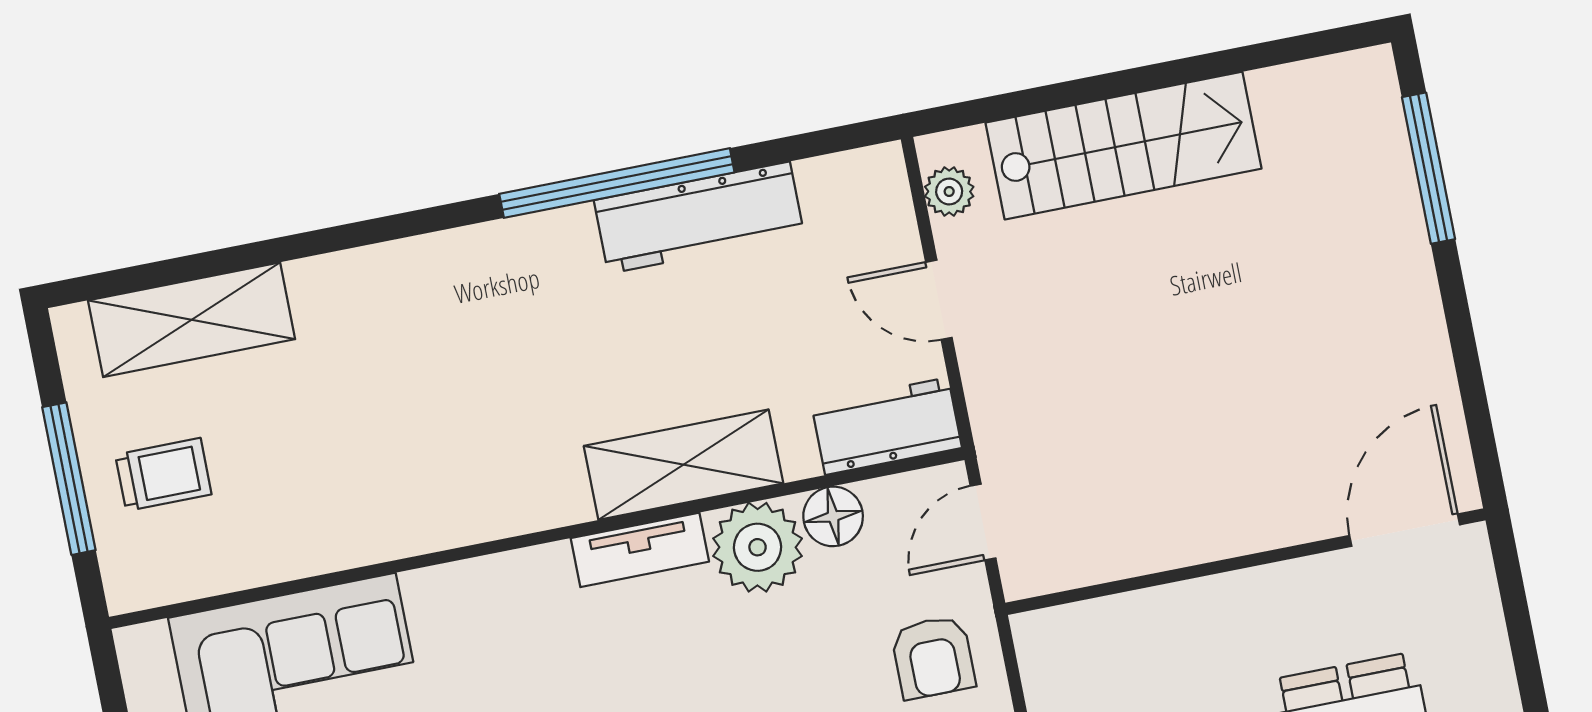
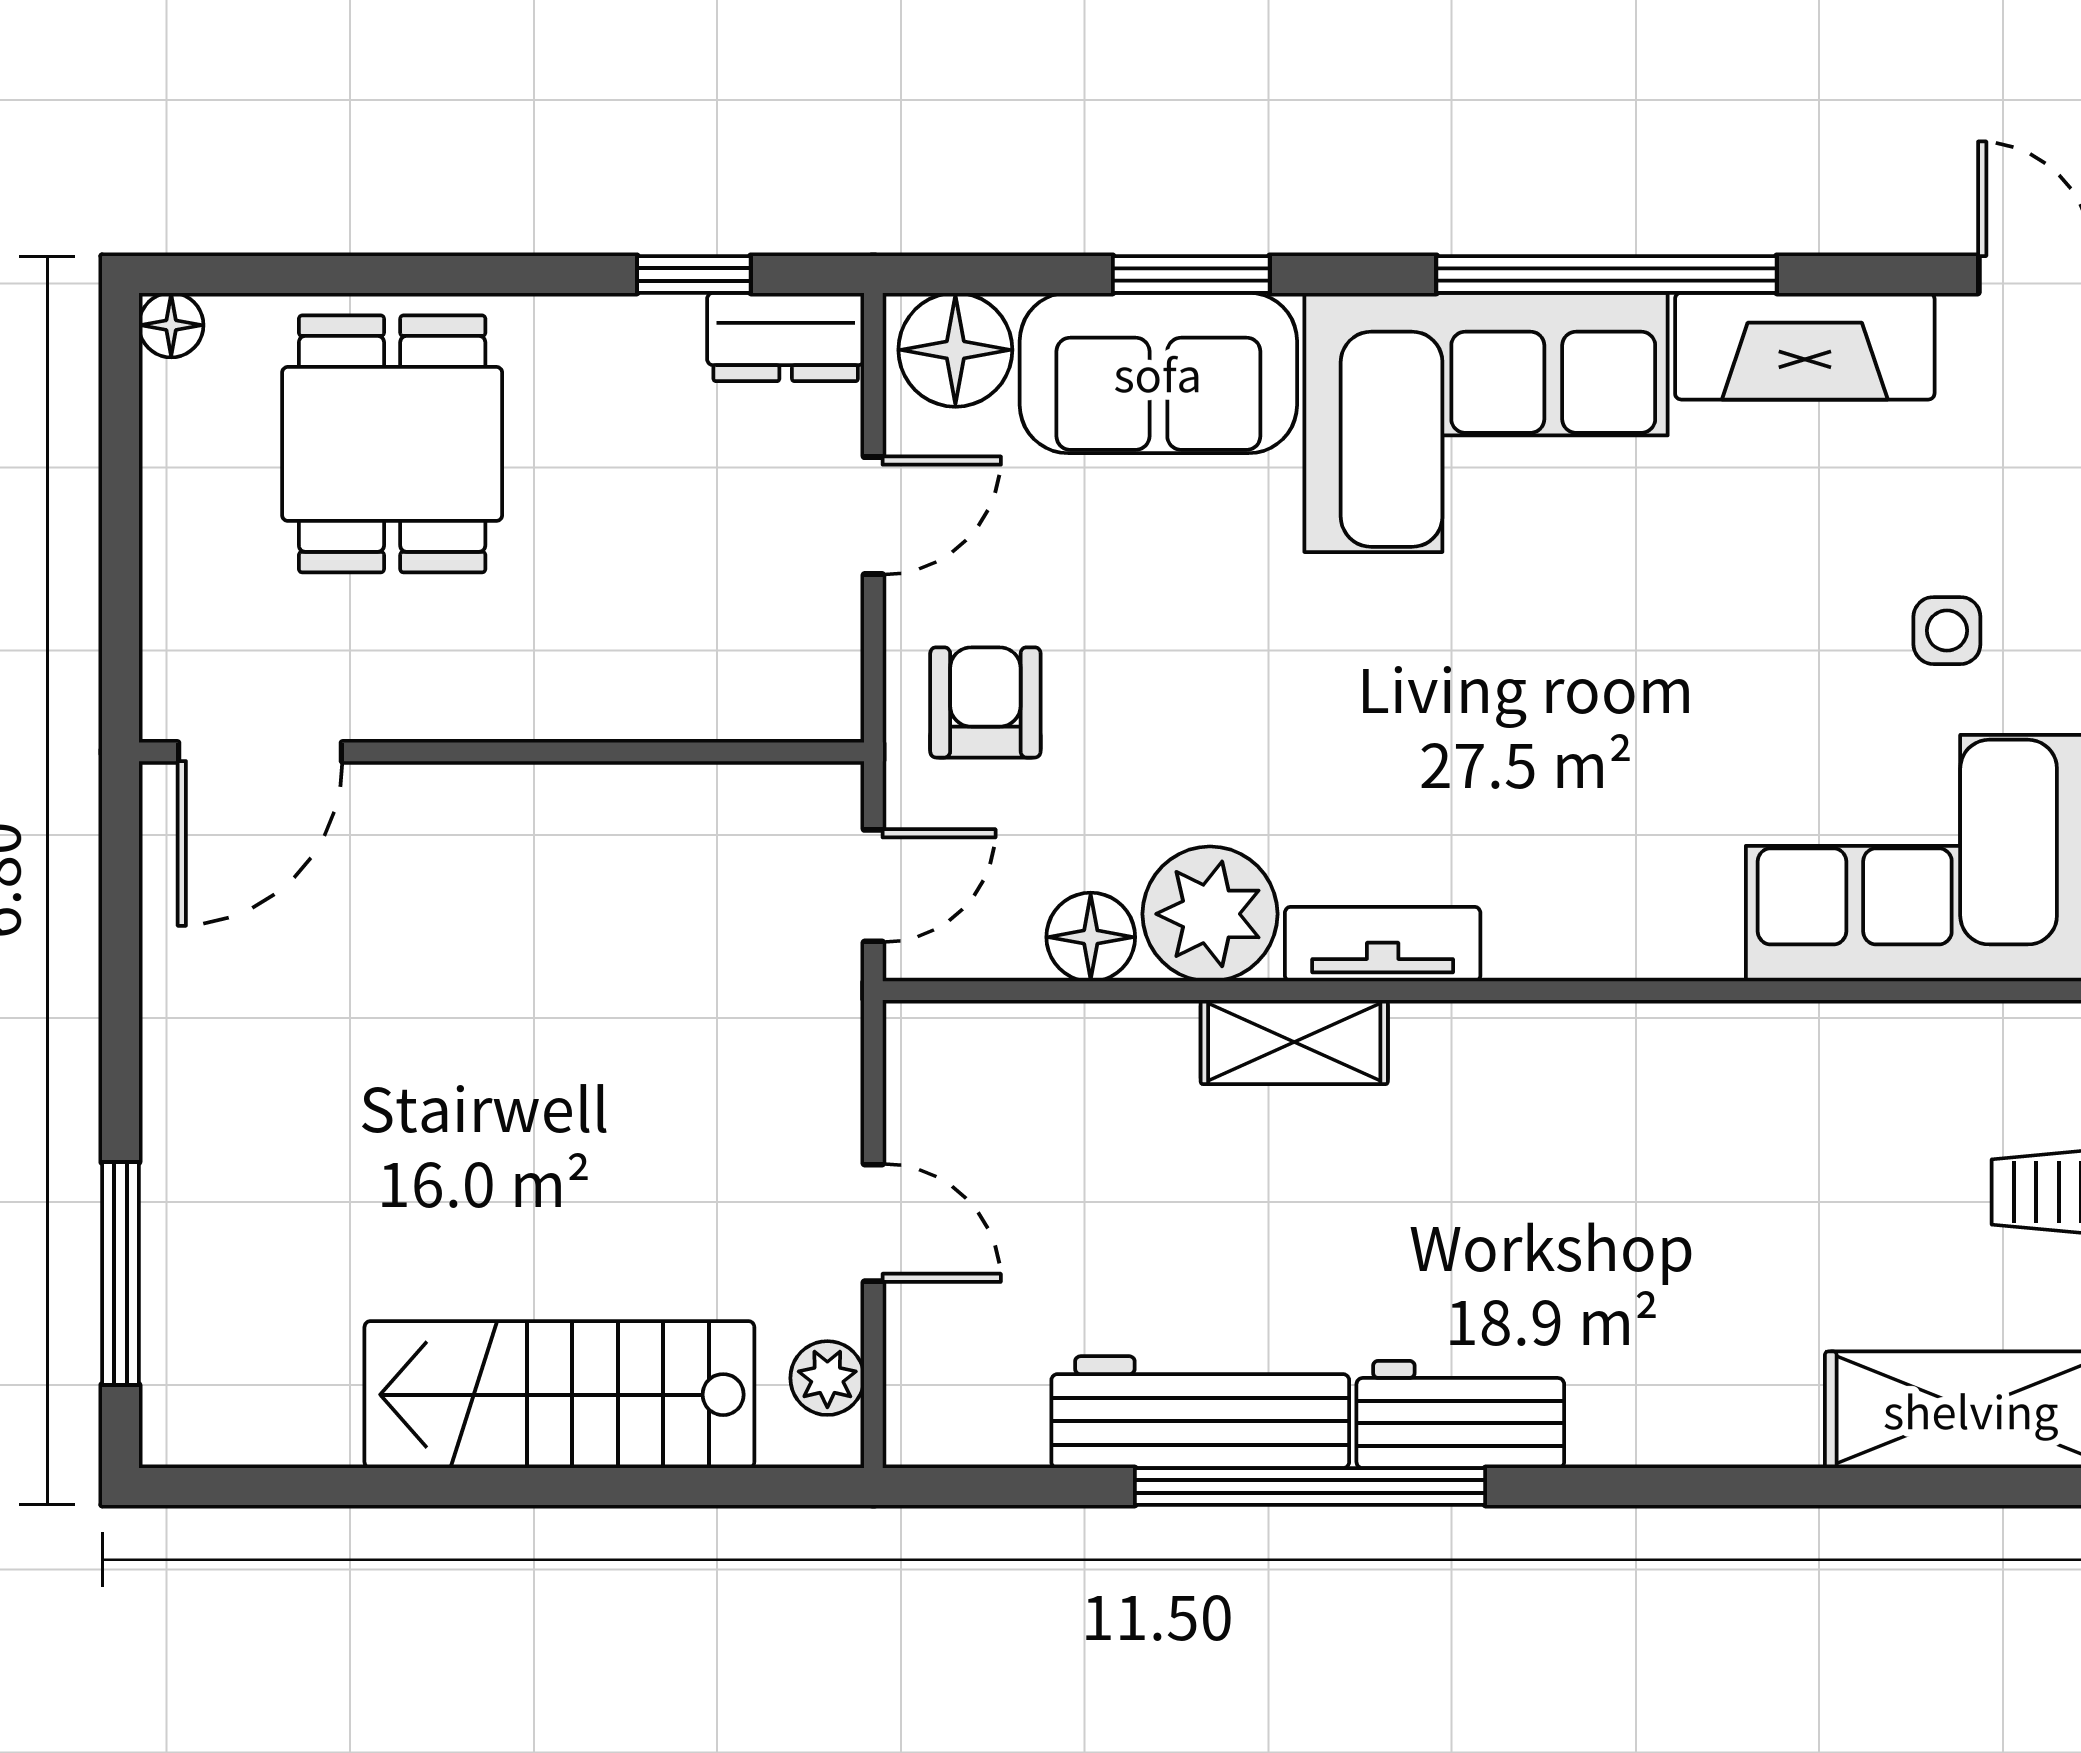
workbench: (887, 426) -> (1460, 1414), moved, turned 180
shelving: (683, 465) -> (1294, 1042), width x0.67, depth x0.75

